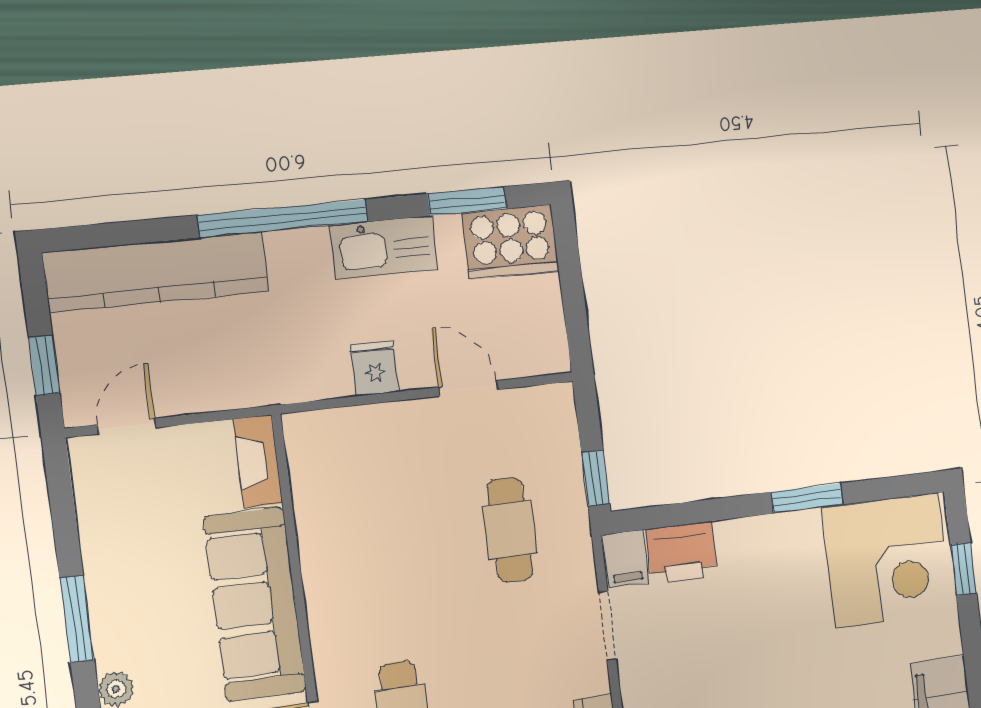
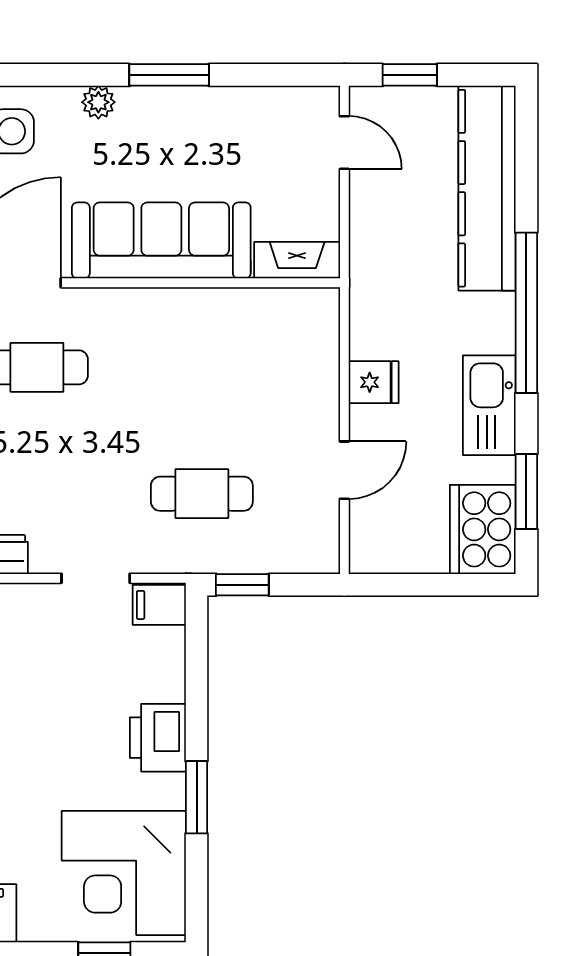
printer: (682, 553) -> (158, 738), moved

